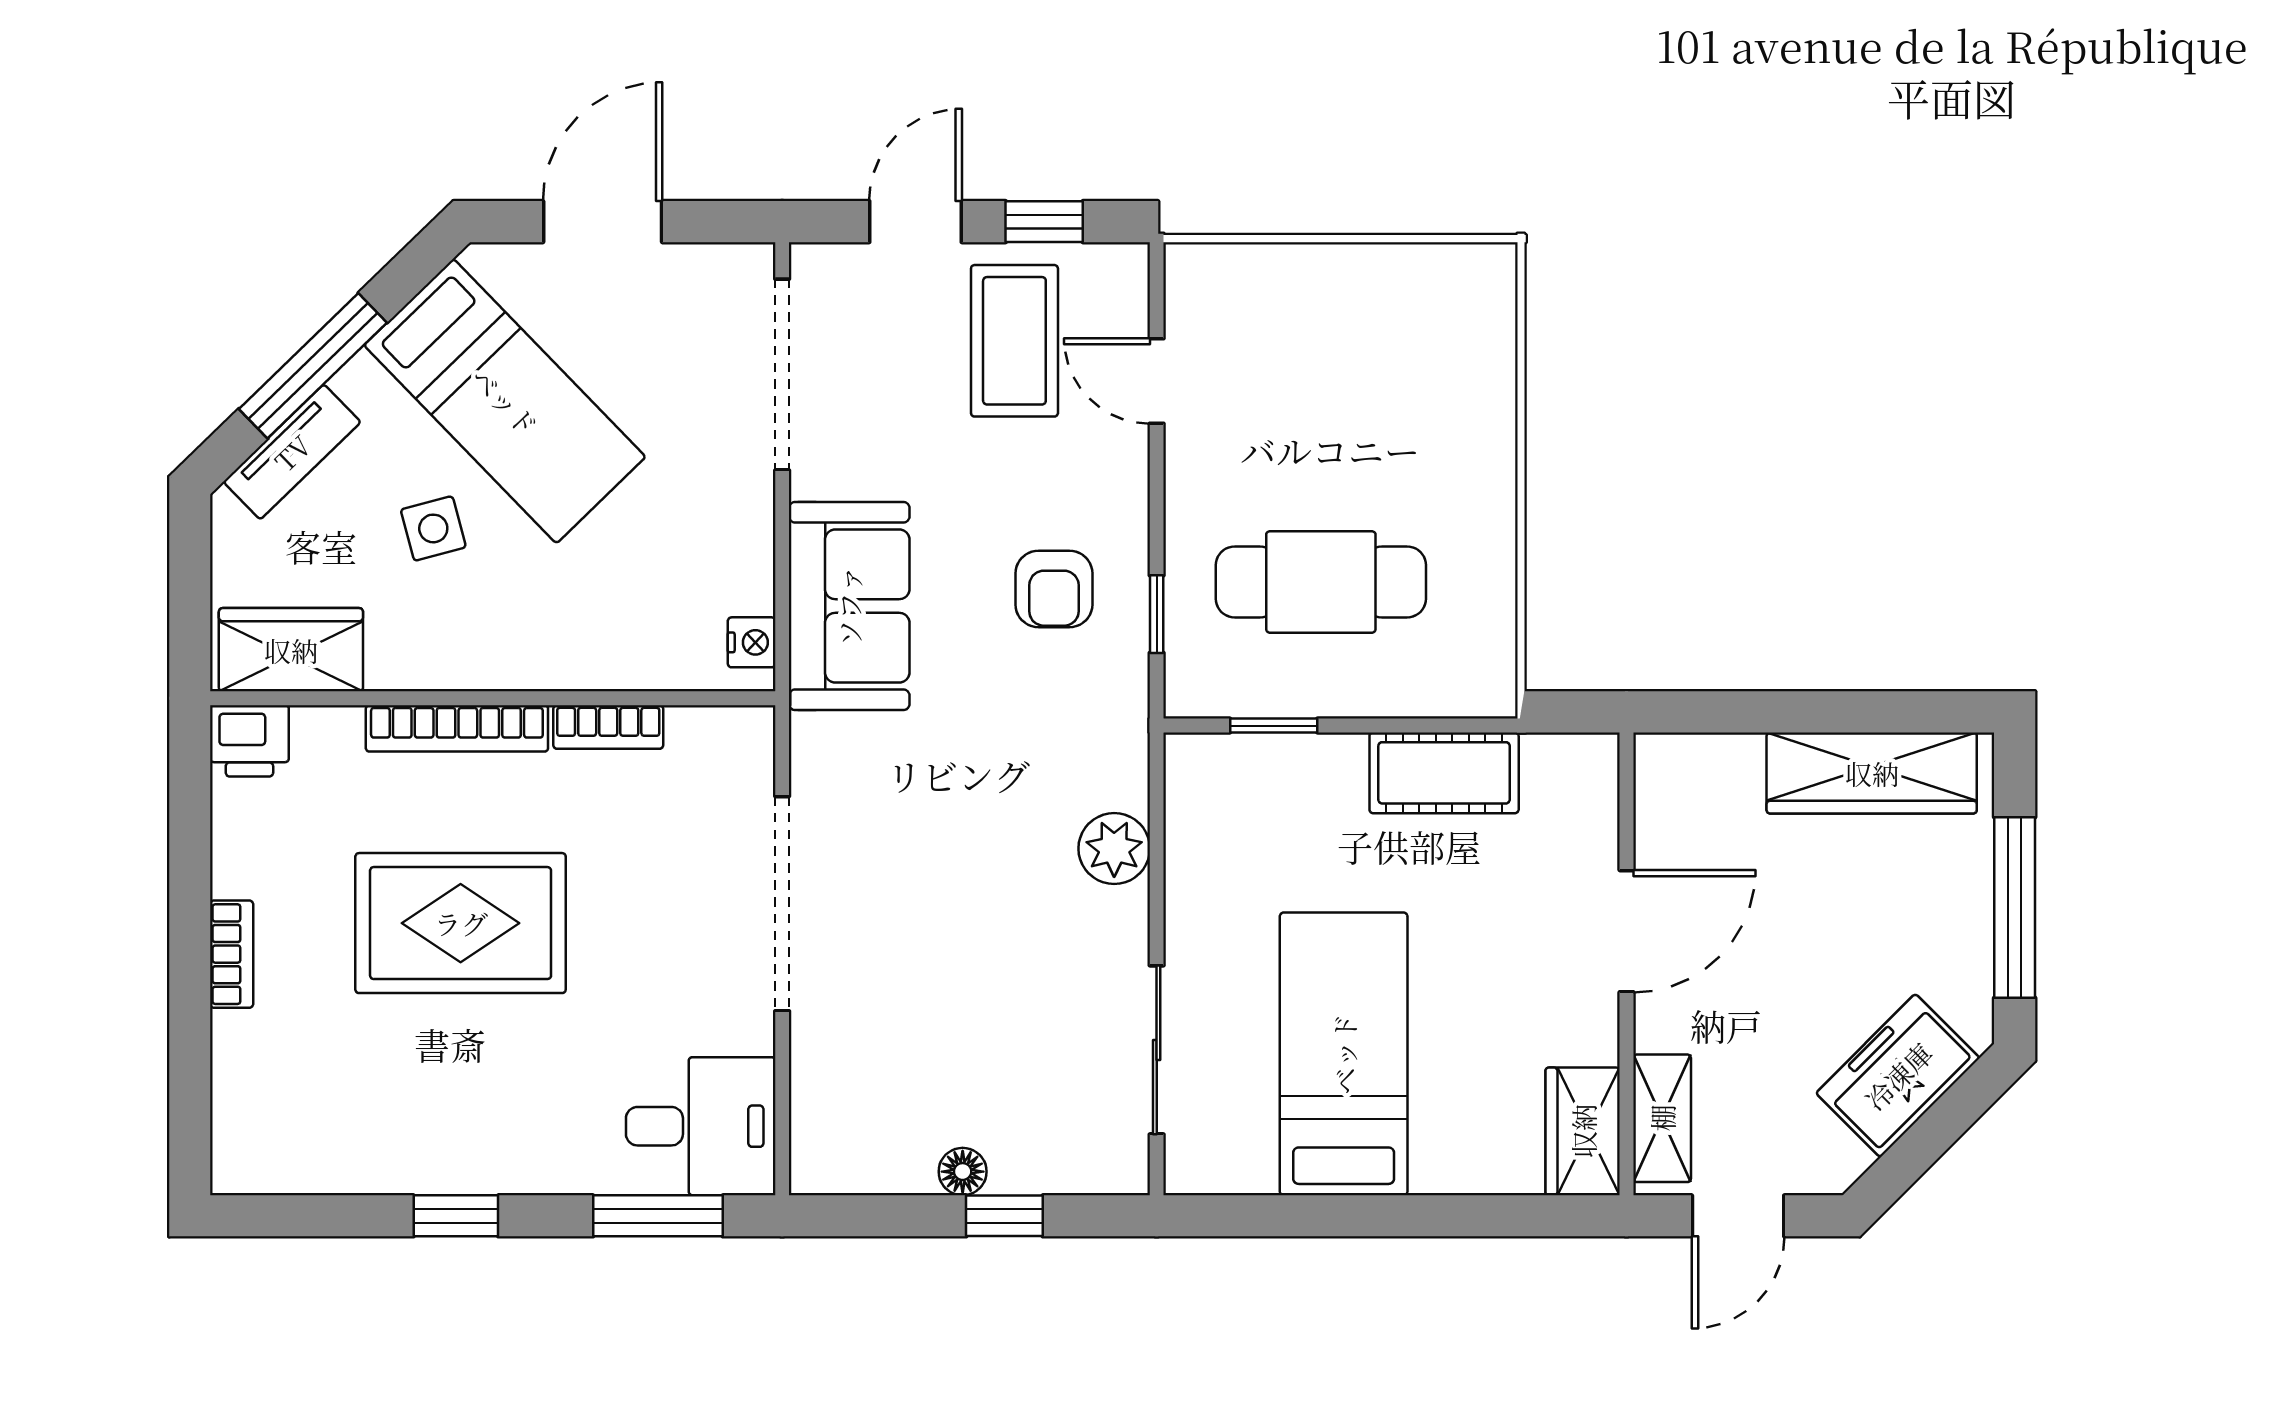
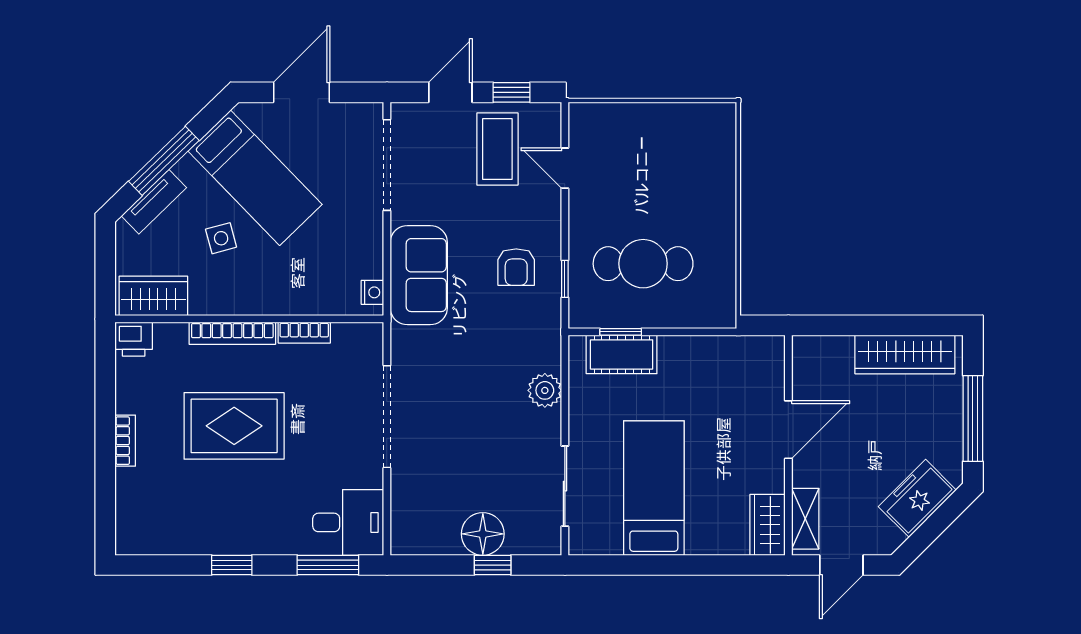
cot: (1444, 773) -> (622, 354), moved
floor lamp: (963, 1172) -> (483, 534), width x1.89, depth x1.89

